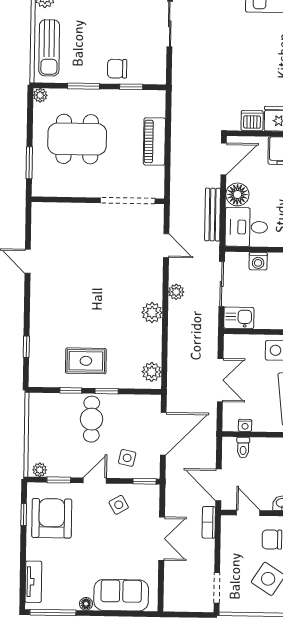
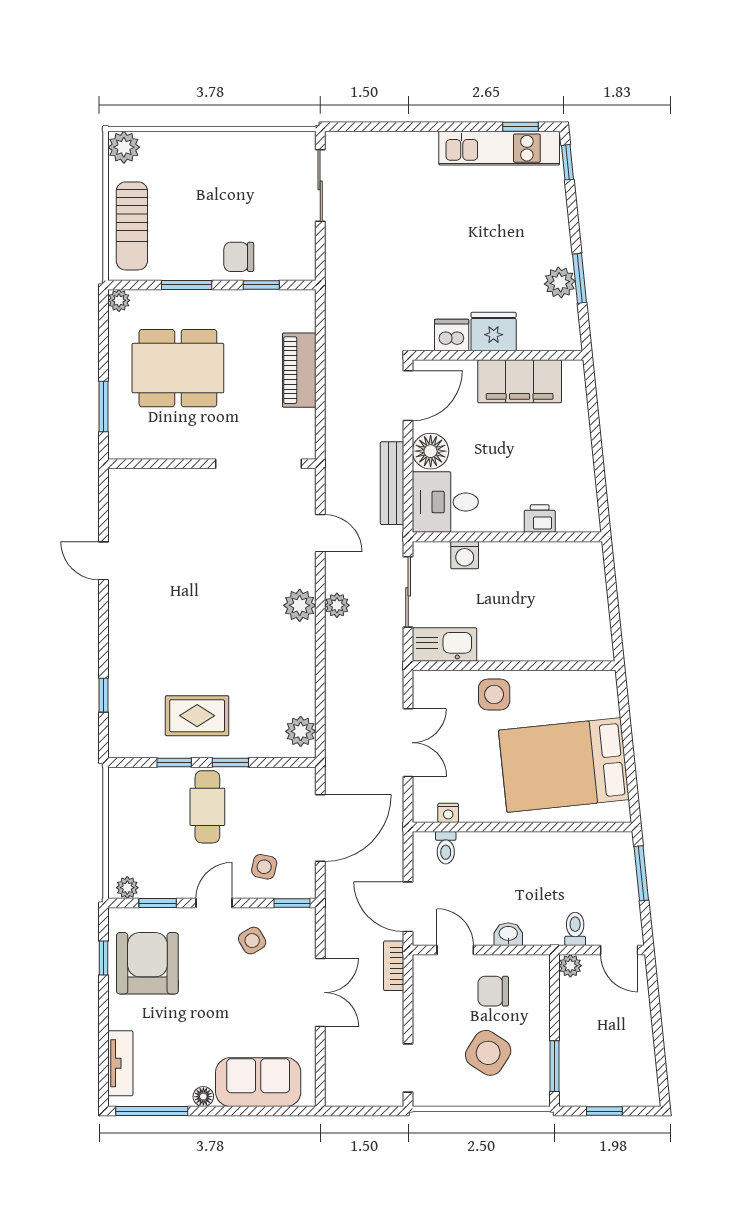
plant: (152, 313) -> (300, 605), moved
kitchen sink: (239, 318) -> (445, 644), width x1.38

